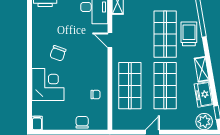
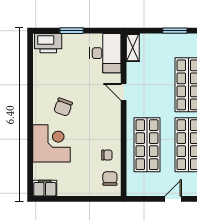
chair: (82, 122) -> (110, 179), moved
filing cabinet: (37, 123) -> (45, 188), width x2.00

